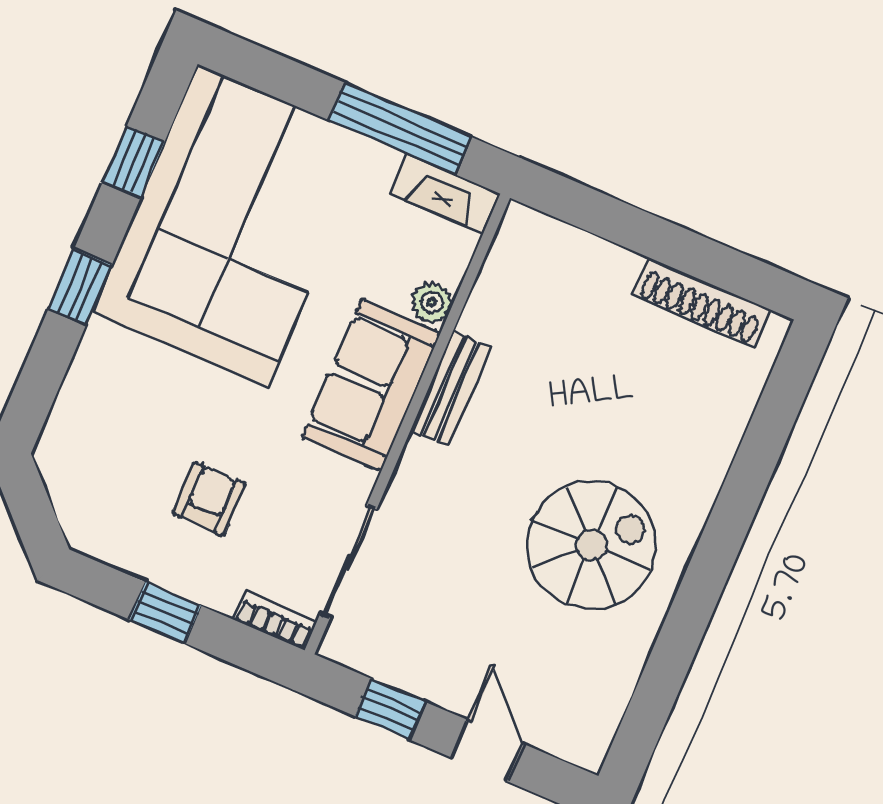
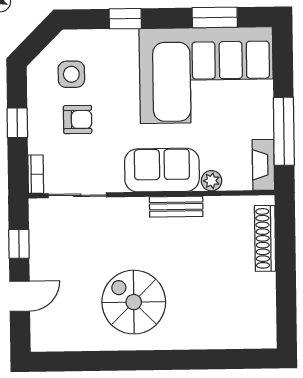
window: (133, 162) -> (215, 17), width x1.50
window: (80, 287) -> (125, 19), moved
shoe rack: (702, 302) -> (265, 238), moved
side table: (120, 473) -> (71, 74), added
spiral stairs: (591, 545) -> (134, 302), turned 180

